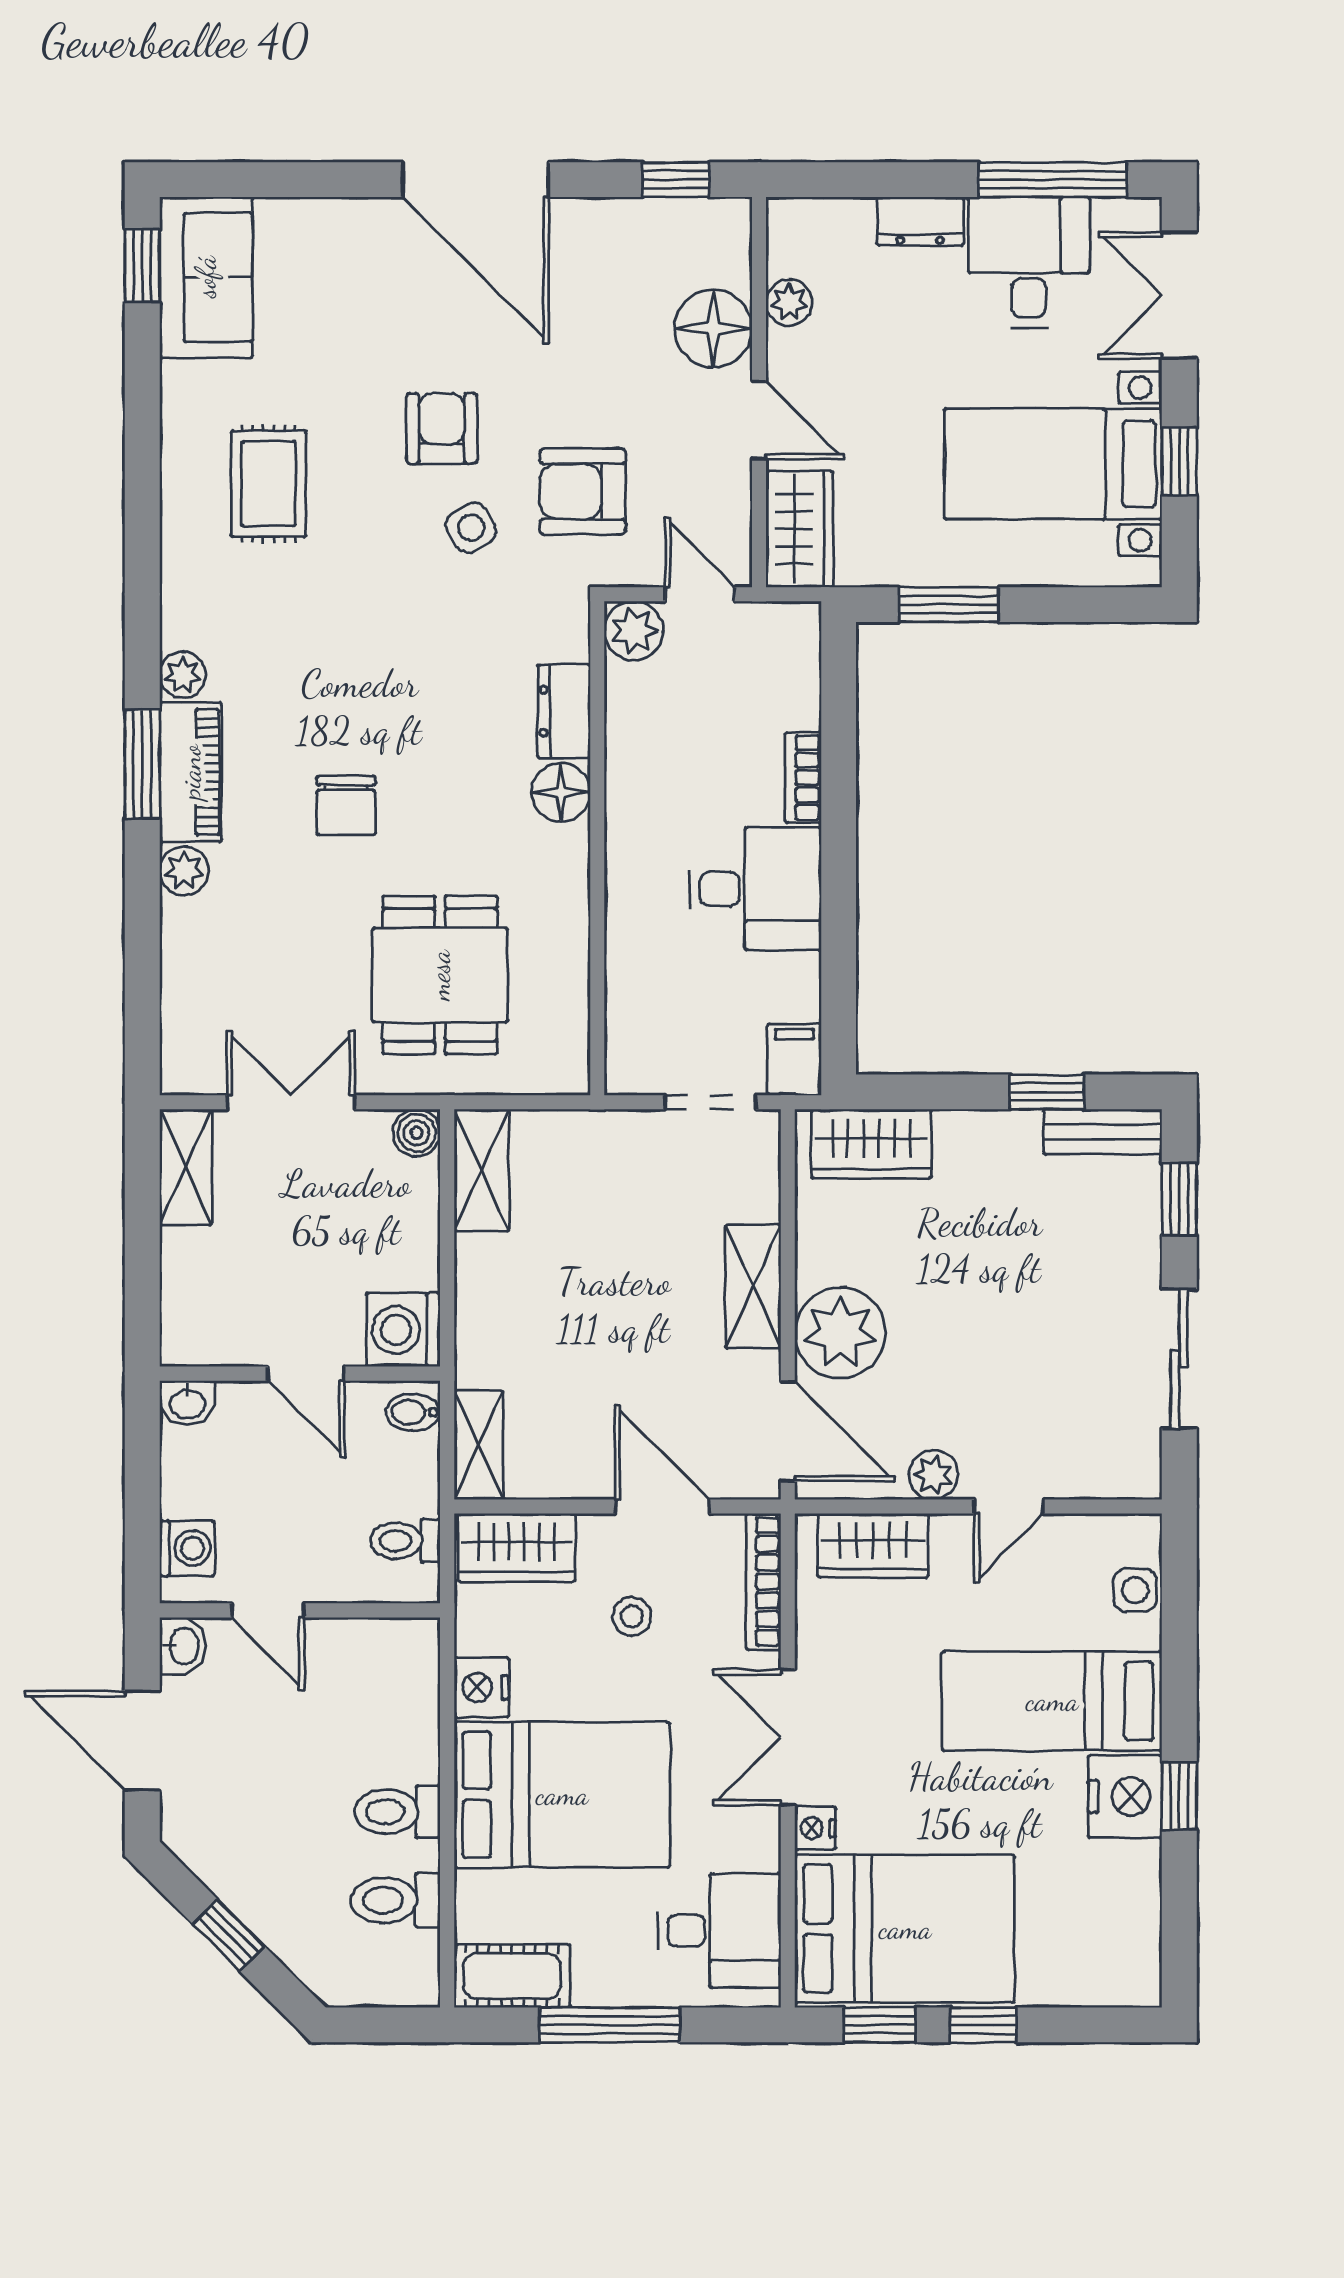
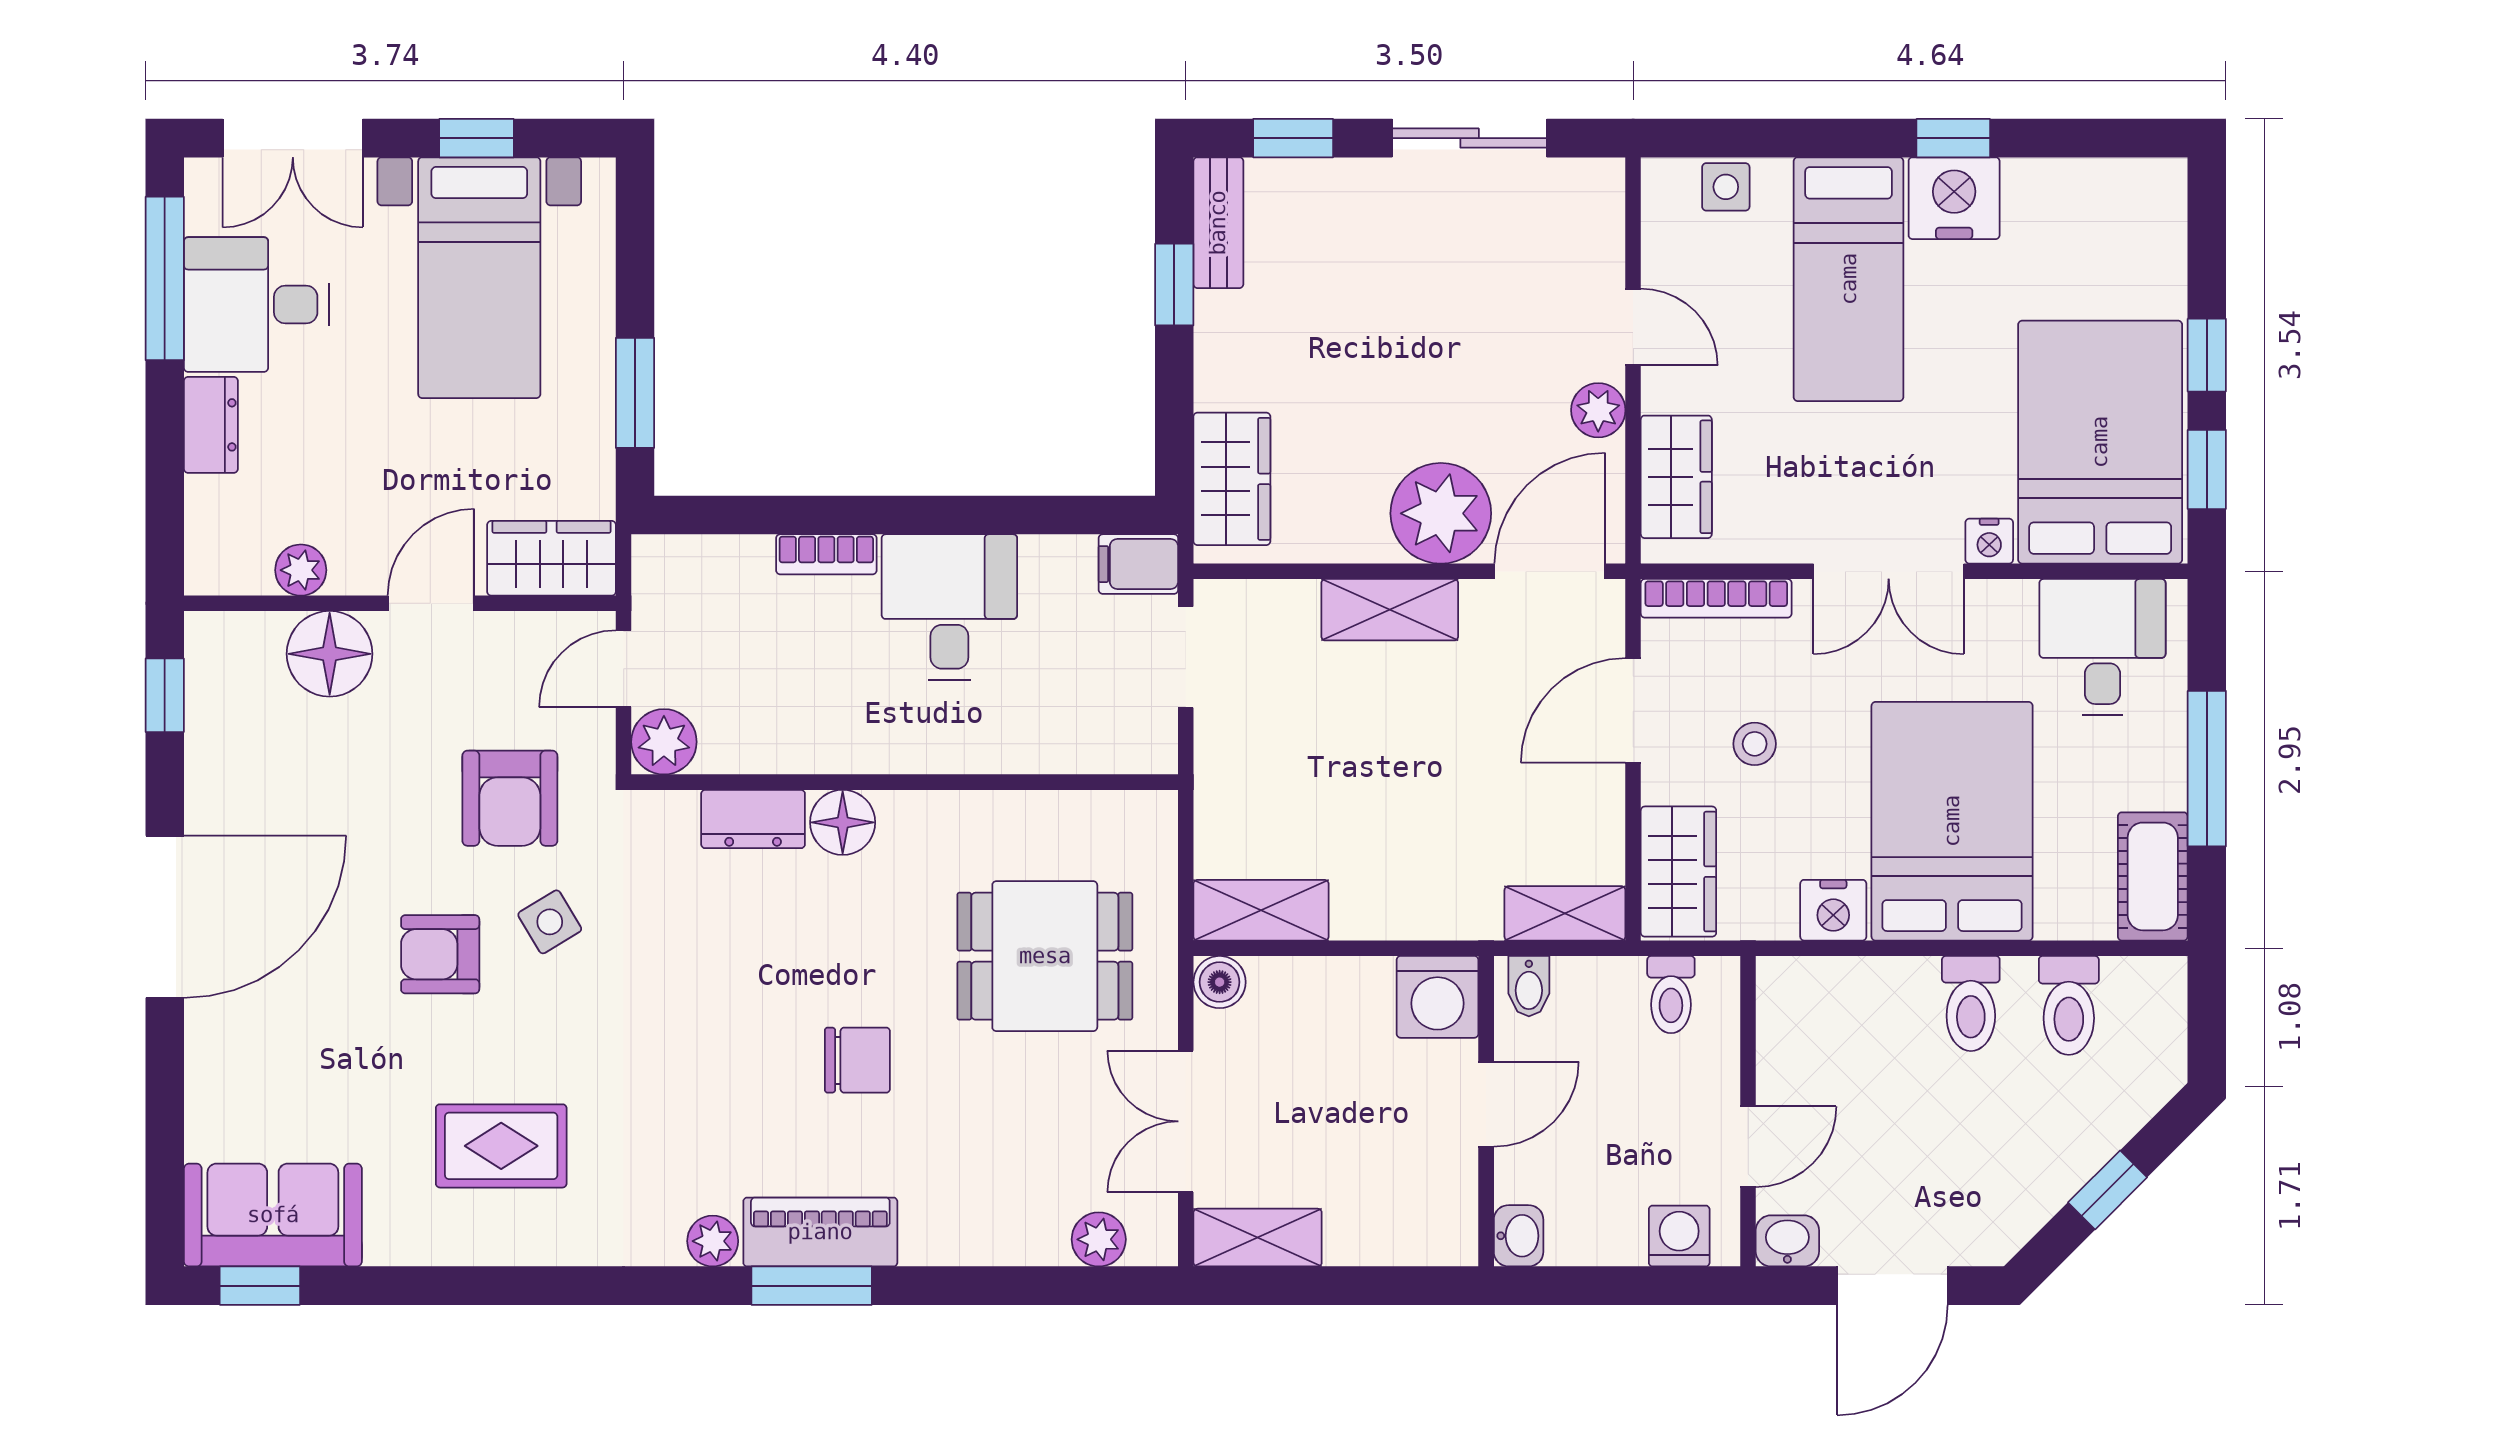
plant: (184, 871) -> (1099, 1239), moved

